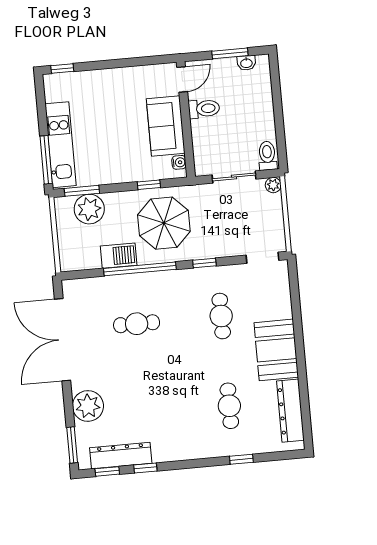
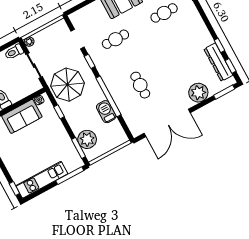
kitchen unit: (61, 145) -> (42, 180), moved
parasol: (164, 223) -> (67, 85), moved
doorway: (262, 258) -> (78, 39), moved

